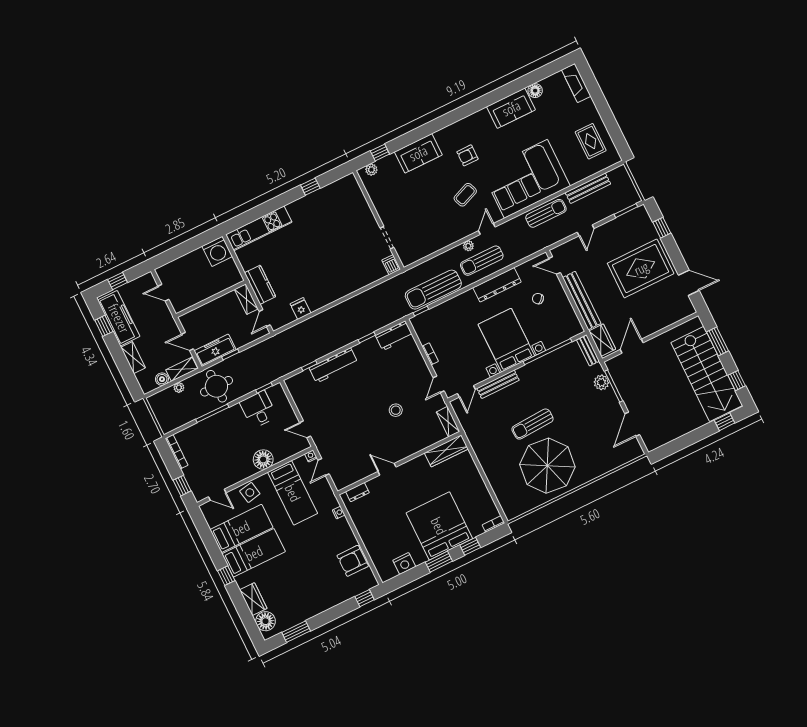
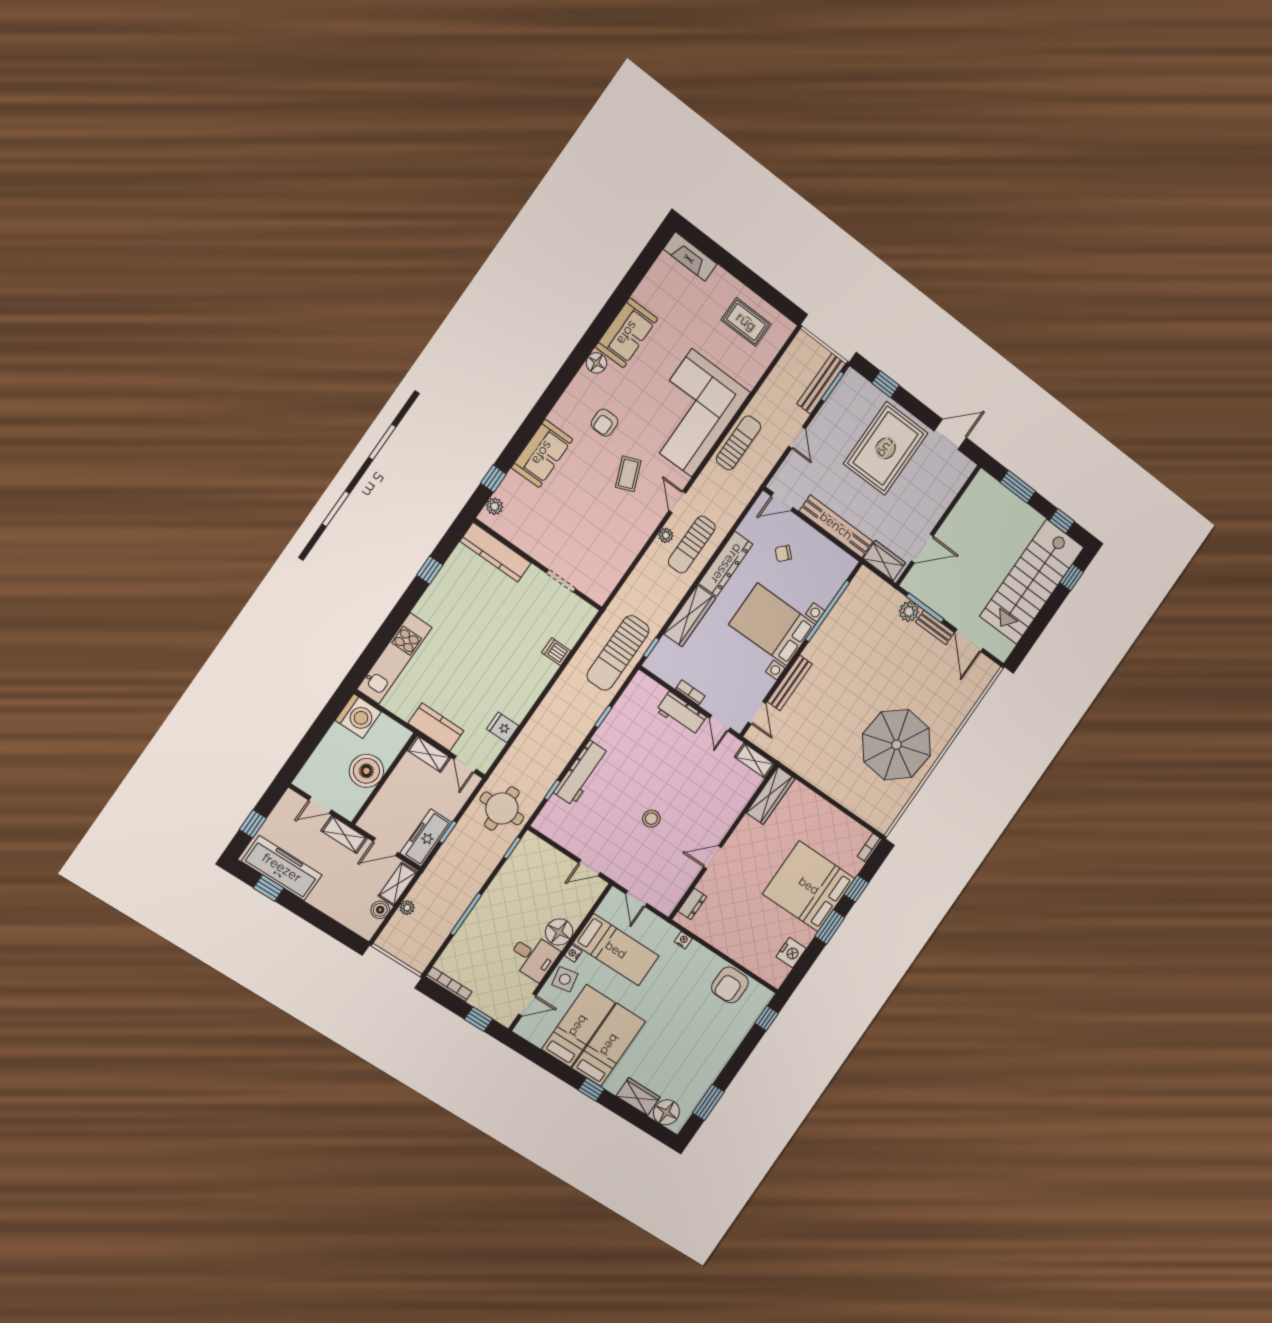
floor lamp: (535, 91) -> (596, 363), moved
bench: (588, 188) -> (821, 384), moved
kitchen counter: (356, 198) -> (496, 552), added
dishwasher: (391, 265) -> (556, 652), moved
boiler: (203, 288) -> (366, 771), added
sun lounger: (433, 290) -> (618, 653), moved
wardrobe: (456, 305) -> (690, 616), added
workbench: (394, 336) -> (681, 714), moved, turned 90
door: (632, 346) -> (922, 548), swing flipped
bench: (588, 351) -> (935, 627), moved
shelving: (133, 358) -> (344, 835), moved
stairs: (707, 374) -> (1032, 582), moved, turned 90
round table: (216, 386) -> (502, 808), moved
desk: (258, 409) -> (533, 957), moved, turned 180
stool: (396, 410) -> (651, 819), moved
sun lounger: (533, 424) -> (854, 706), removed
nightstand: (311, 456) -> (573, 953), moved

